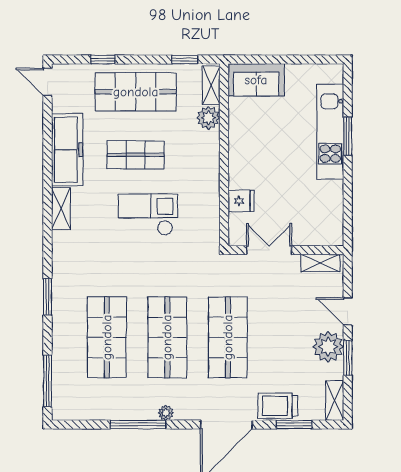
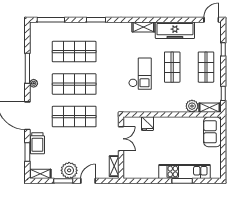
shop shelf: (136, 92) -> (206, 67), width x0.70, depth x0.74
trolley: (278, 406) -> (37, 143), turned 180

